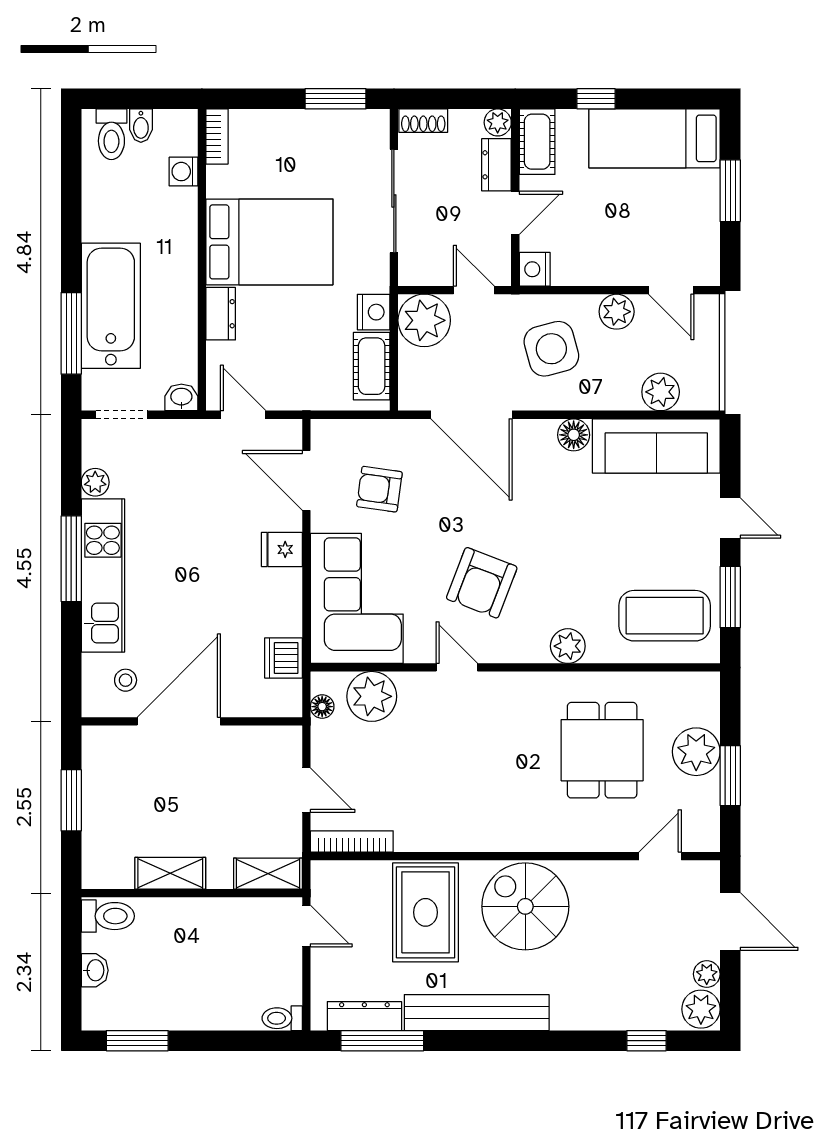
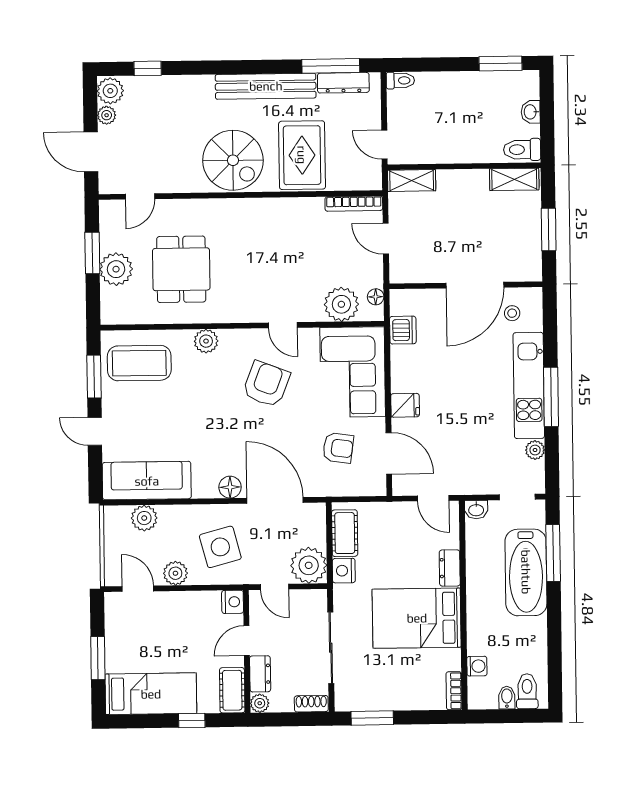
floor lamp: (574, 435) -> (230, 487), moved
shelving: (170, 873) -> (514, 179), moved

